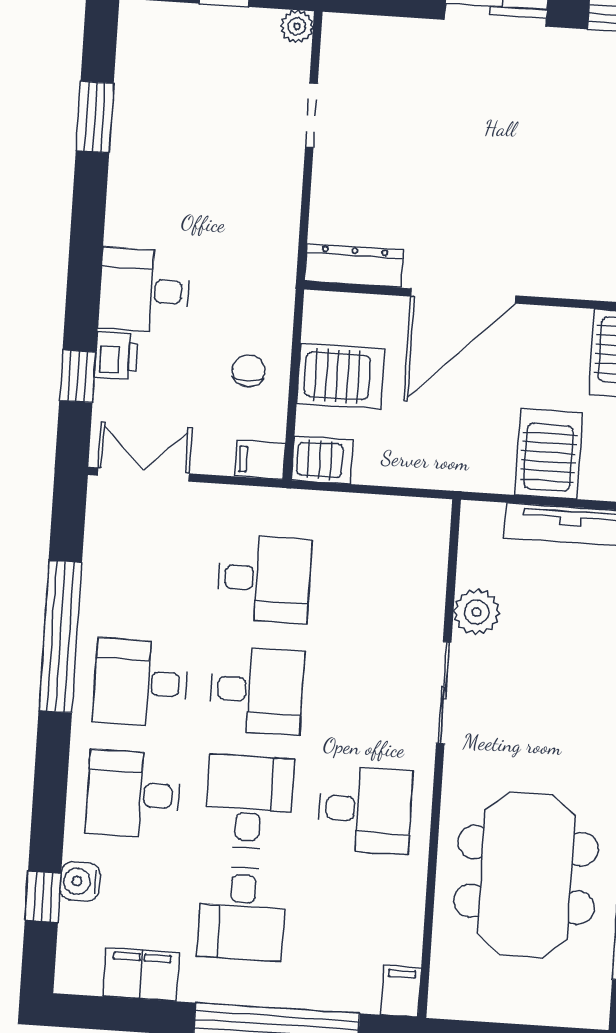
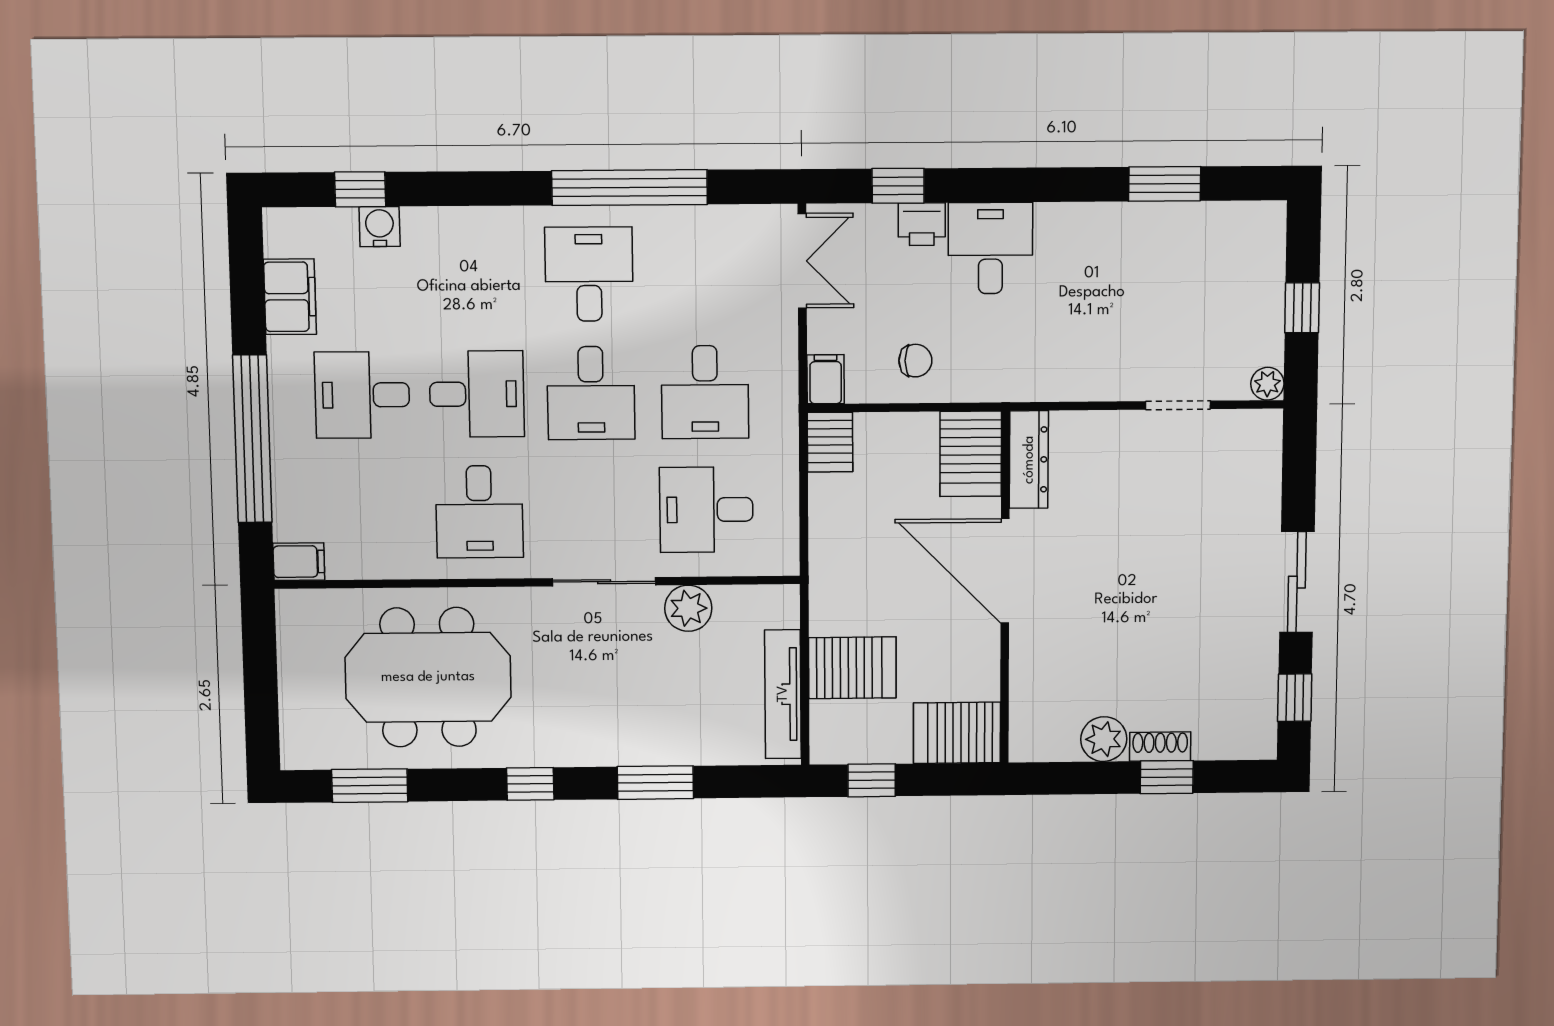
server rack: (341, 376) -> (971, 454), moved
desk: (133, 794) -> (706, 510), moved, turned -90

